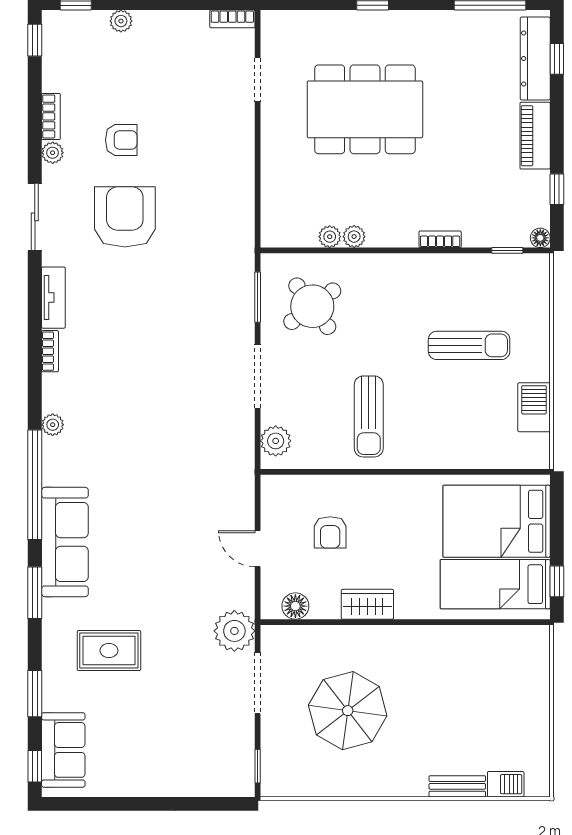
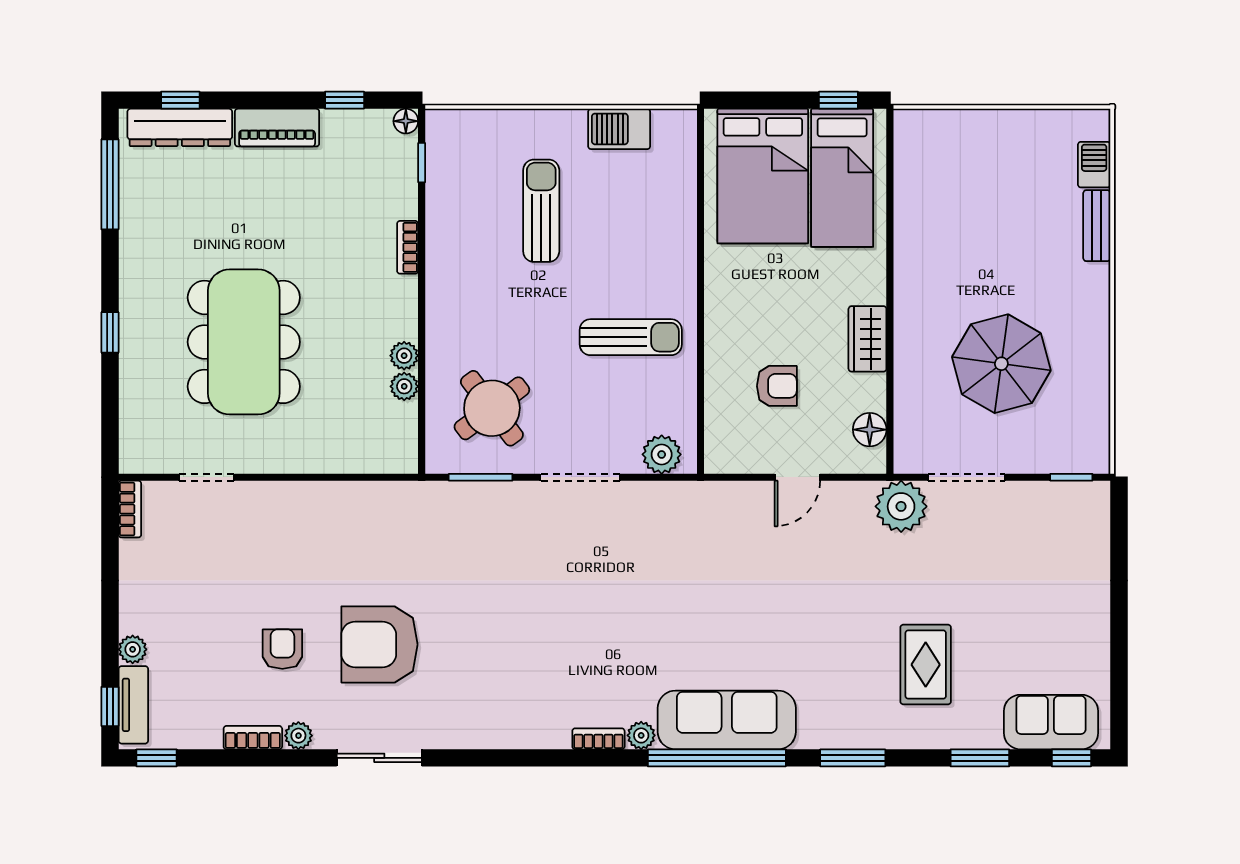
tv unit: (53, 298) -> (133, 705), moved, turned 90
bookcase: (50, 351) -> (598, 739), moved
sofa: (65, 542) -> (727, 720), moved

